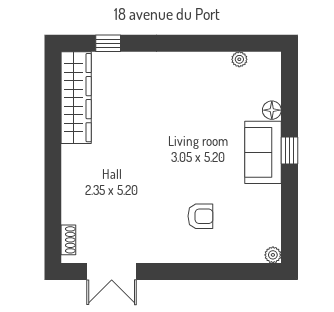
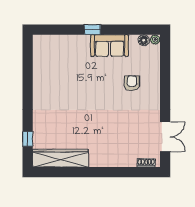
plant: (239, 59) -> (37, 60), removed
floor lamp: (272, 110) -> (144, 40), moved
sofa: (263, 152) -> (110, 46), moved

